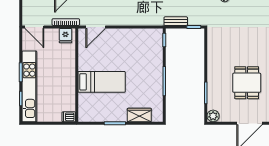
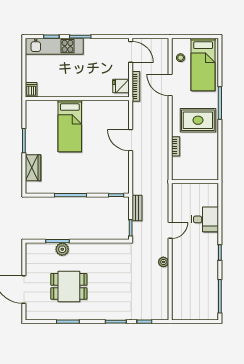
door: (34, 27) -> (131, 52), swing flipped
door: (96, 27) -> (131, 140), moved
kitchen unit: (29, 86) -> (54, 46), width x0.73
plant: (213, 116) -> (62, 249), moved

